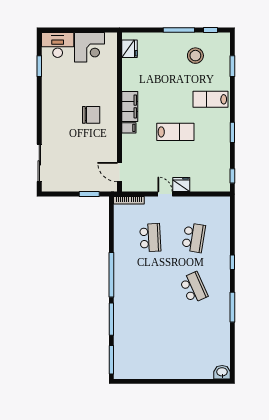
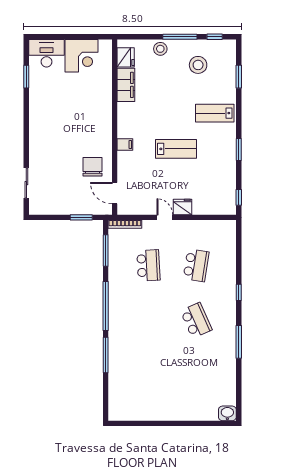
stool: (161, 41) -> (160, 49), added
filing cabinet: (130, 106) -> (126, 85), moved
chair: (91, 115) -> (92, 167), moved, turned -90
sliding door: (39, 163) -> (26, 183), width x0.73
window: (111, 360) -> (106, 251), moved

